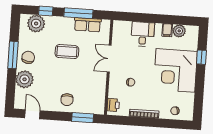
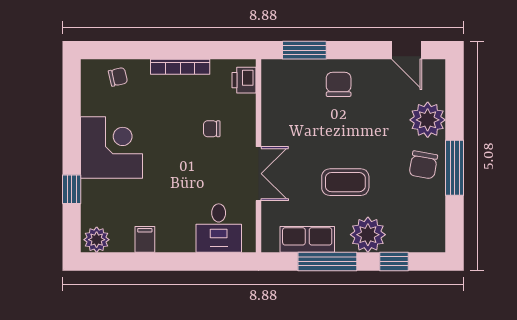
plant: (36, 24) -> (368, 235), moved
plant: (179, 31) -> (97, 240), moved
desk: (143, 34) -> (219, 228), moved
corner desk: (175, 70) -> (111, 148), width x0.74, depth x0.74

